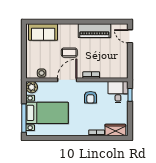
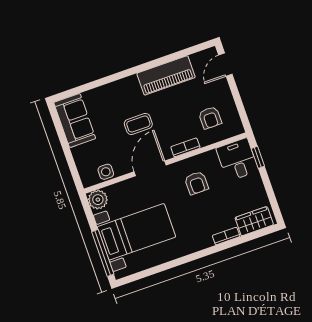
sofa: (43, 32) -> (75, 120), moved, turned -90
door: (130, 36) -> (225, 65), hinge flipped
armchair: (111, 63) -> (210, 118), added

